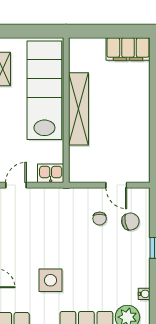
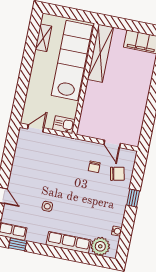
shelving: (78, 109) -> (100, 53), moved
side table: (50, 280) -> (47, 206), width x0.54, depth x0.54

